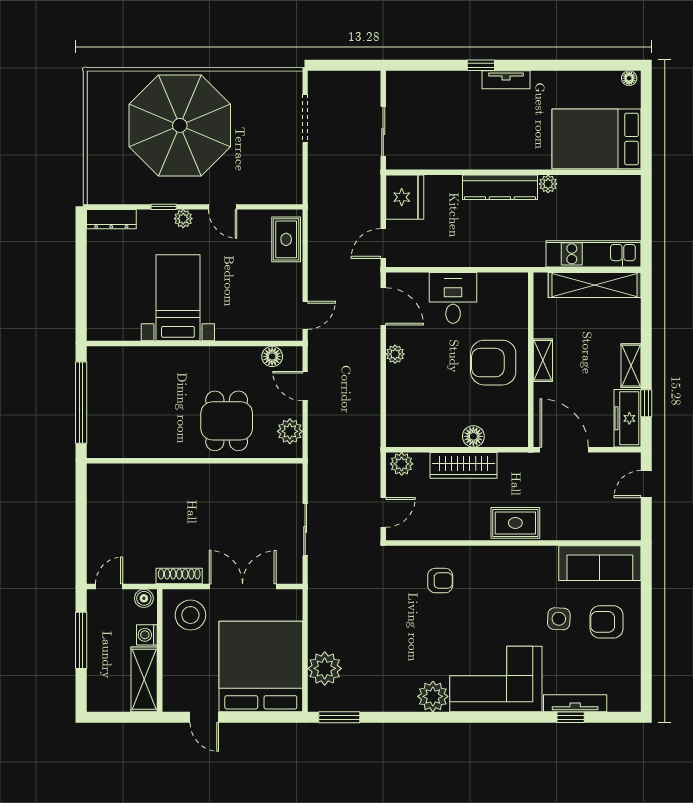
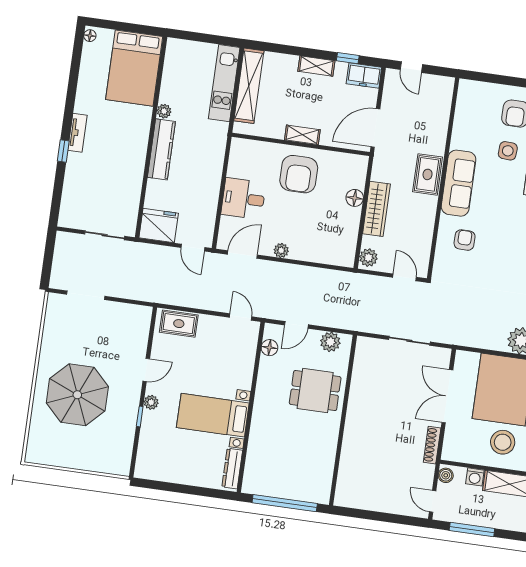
parasol: (180, 125) -> (77, 395), width x0.73, depth x0.73
dresser: (111, 219) -> (232, 469), moved, turned 180
freezer: (627, 418) -> (364, 75), width x0.71
sofa: (600, 563) -> (459, 183), moved
stool: (190, 615) -> (503, 442), moved

